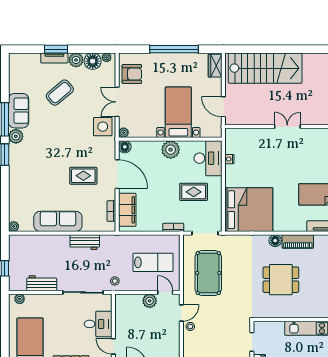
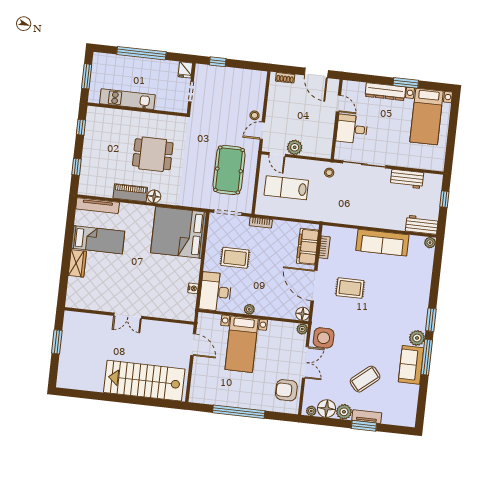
wardrobe: (215, 66) -> (197, 389), removed
plant: (171, 150) -> (249, 309), width x0.53, depth x0.53
workbench: (85, 242) -> (422, 225), moved
plant: (20, 299) -> (432, 165), removed

